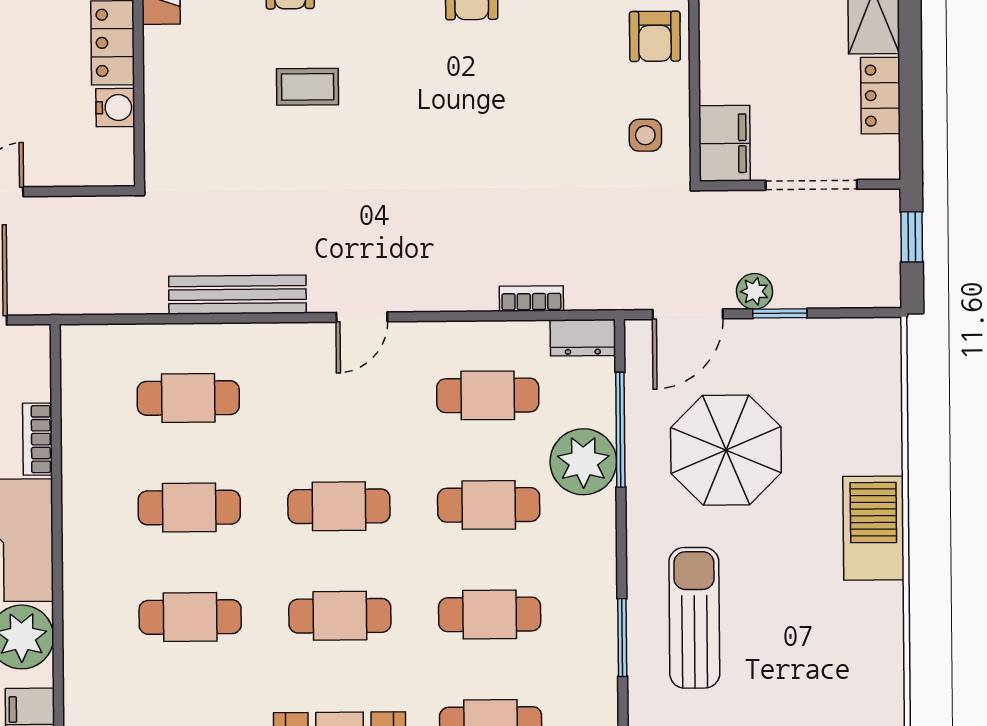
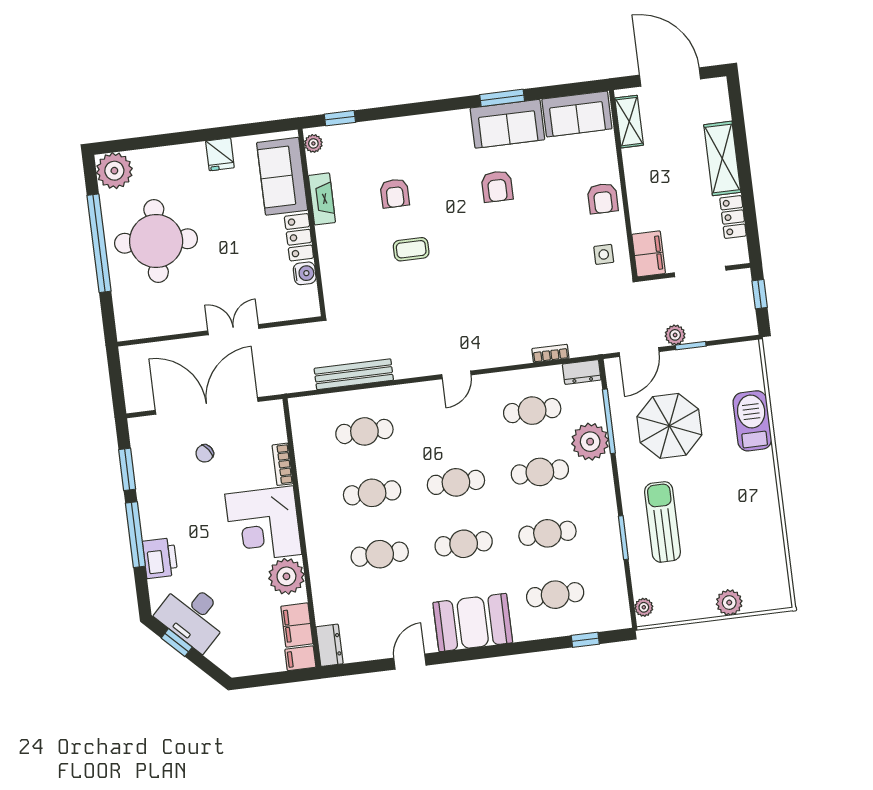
bench: (237, 295) -> (354, 374), moved
barbecue: (873, 528) -> (752, 421), moved

